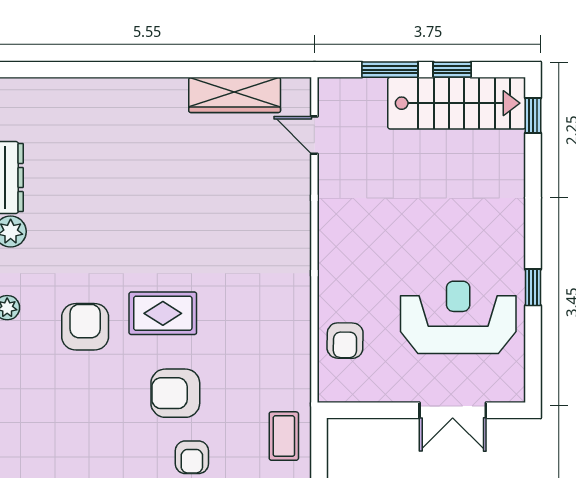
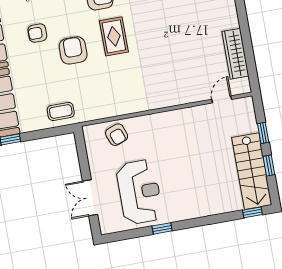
window: (390, 70) -> (263, 133), width x0.67
armchair: (345, 341) -> (117, 135), turned -111
armchair: (192, 457) -> (37, 33), moved

